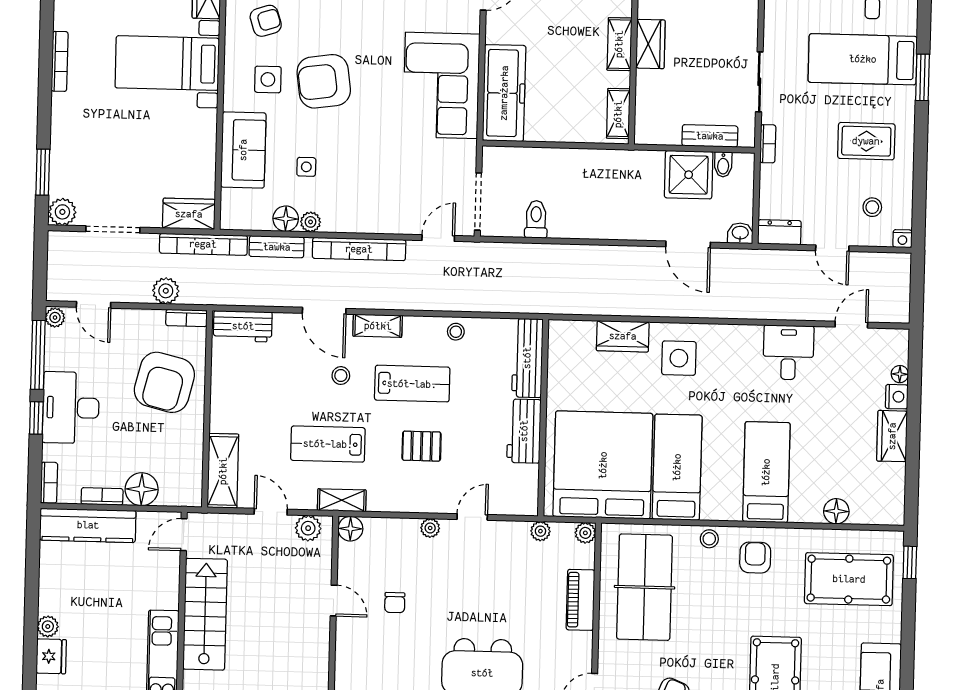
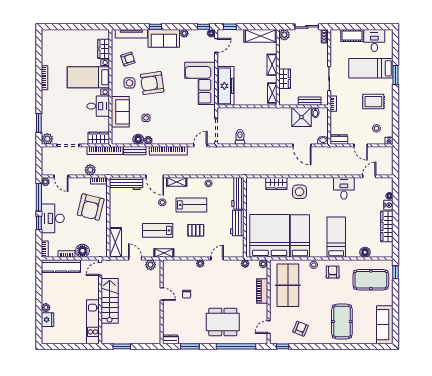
wardrobe: (651, 44) -> (285, 79), moved
desk: (189, 135) -> (98, 106), added
workbench: (243, 326) -> (126, 183), width x1.38
wardrobe: (892, 436) -> (387, 226), width x1.50
floor lamp: (350, 529) -> (168, 265), removed

